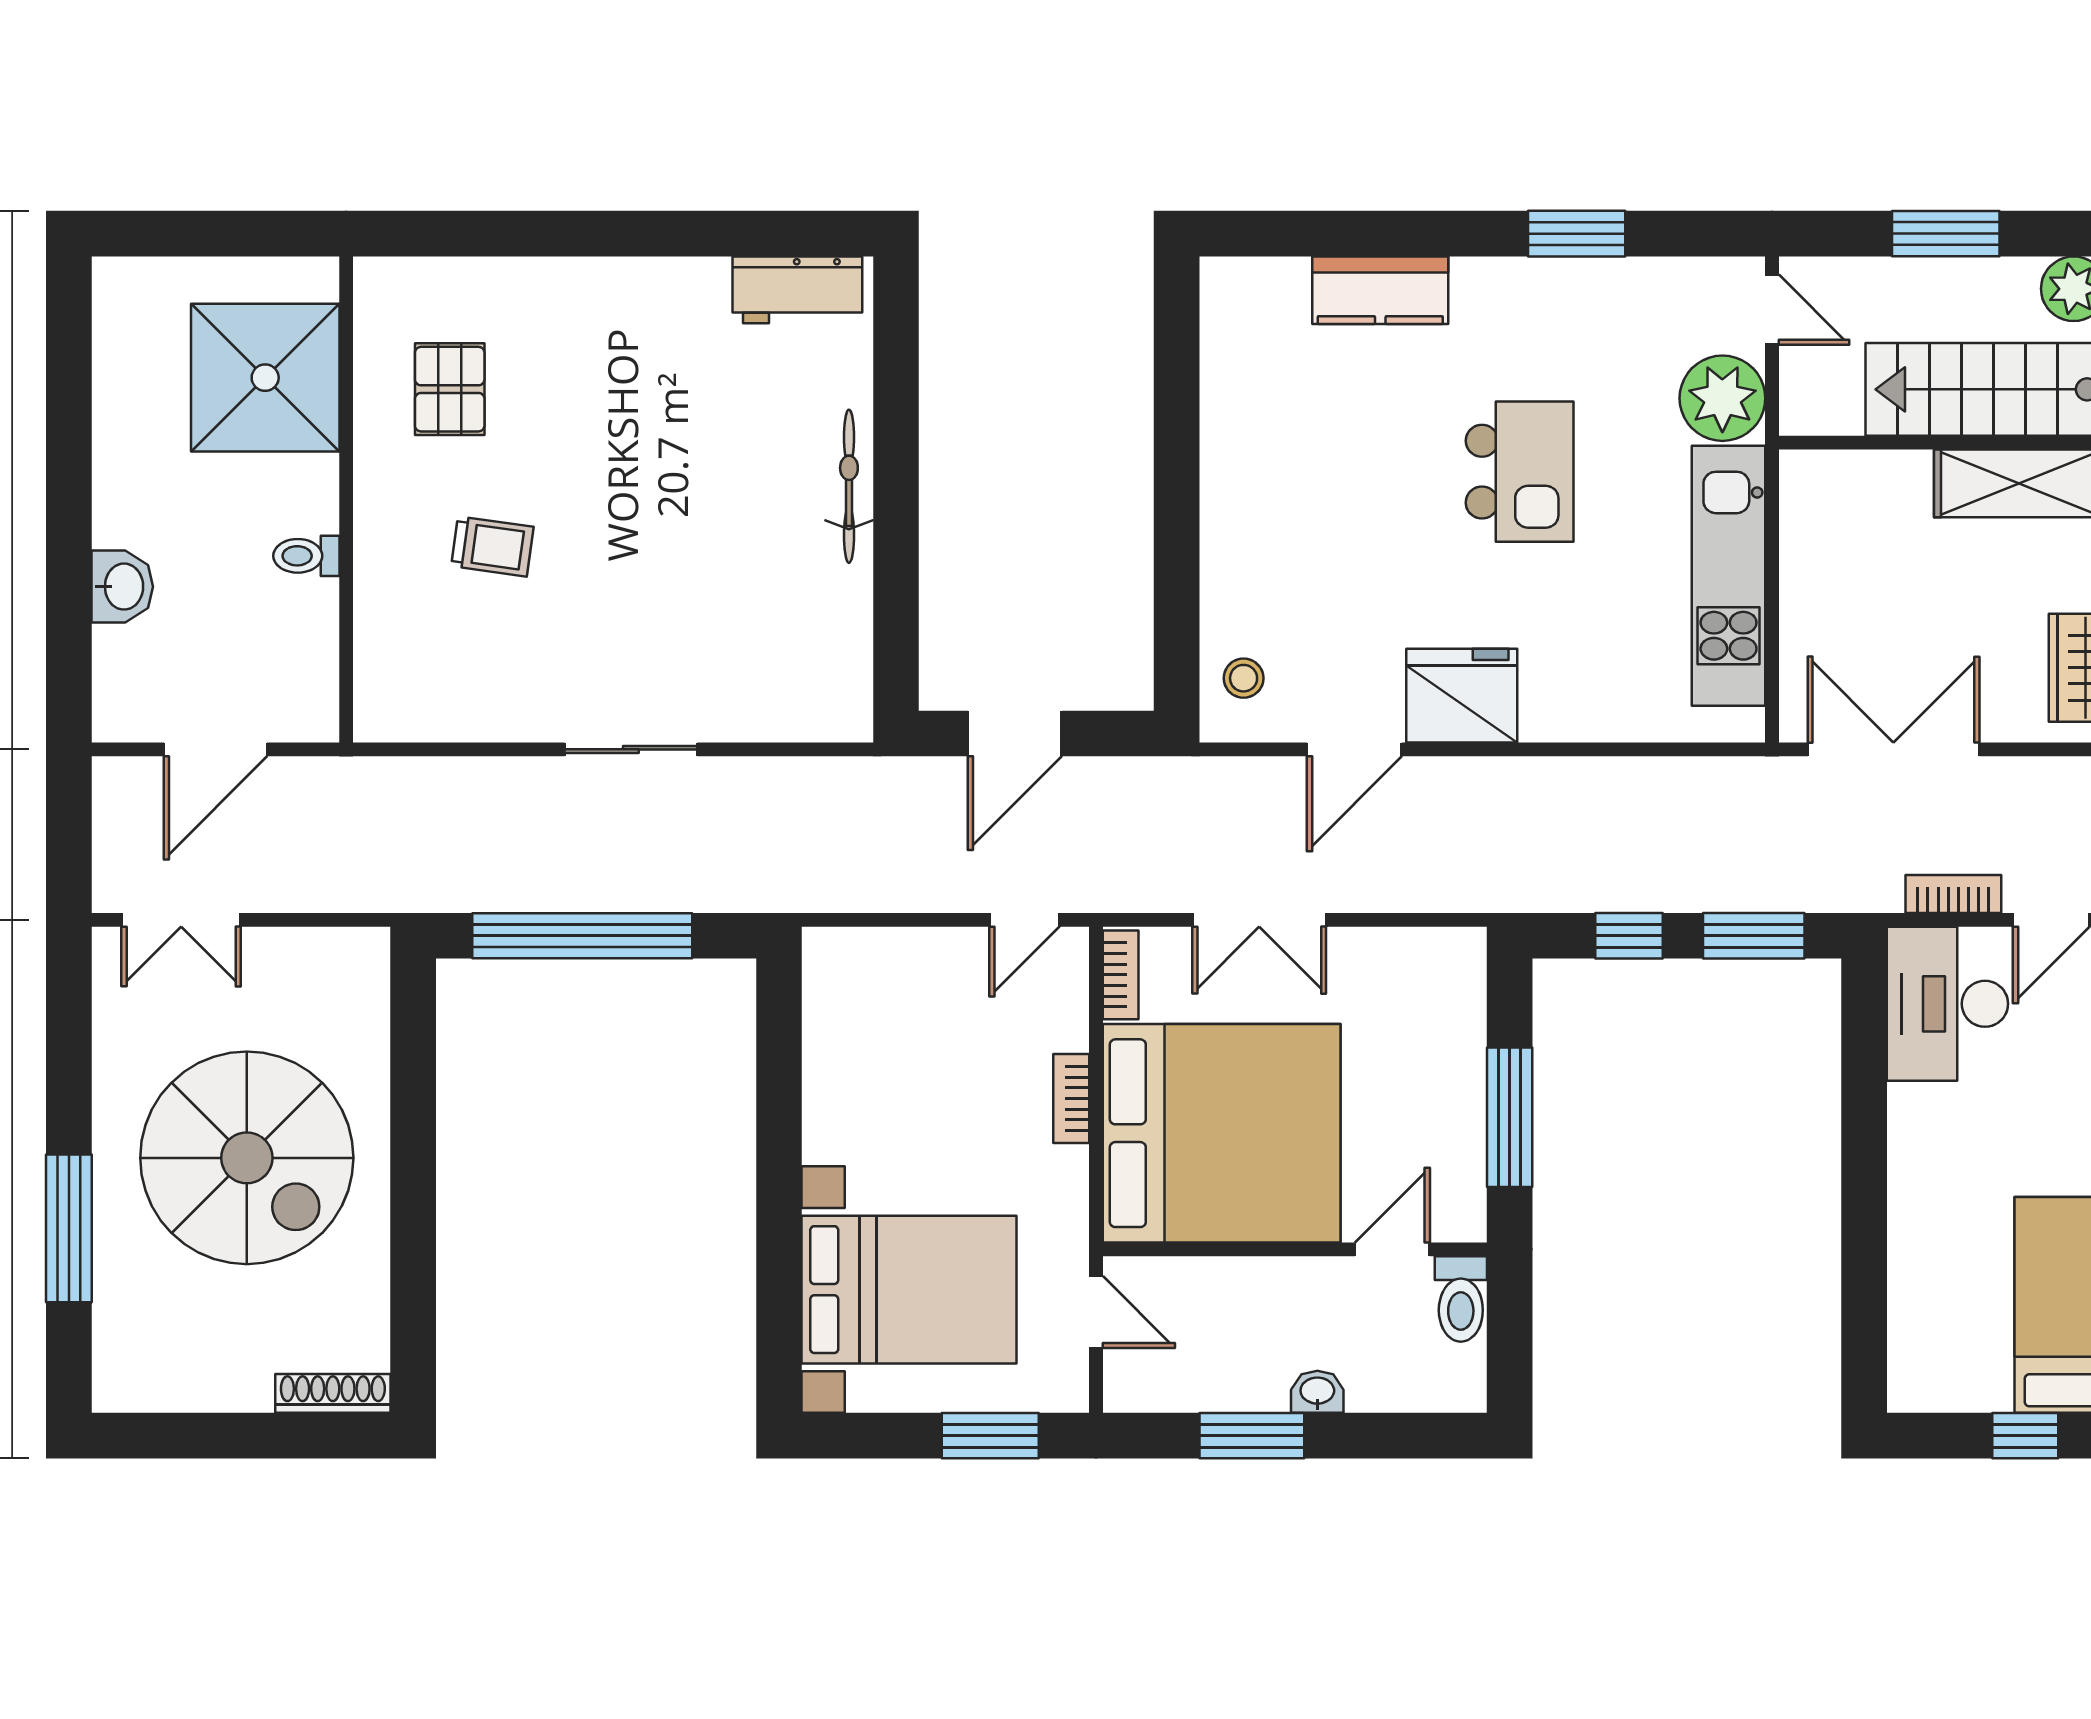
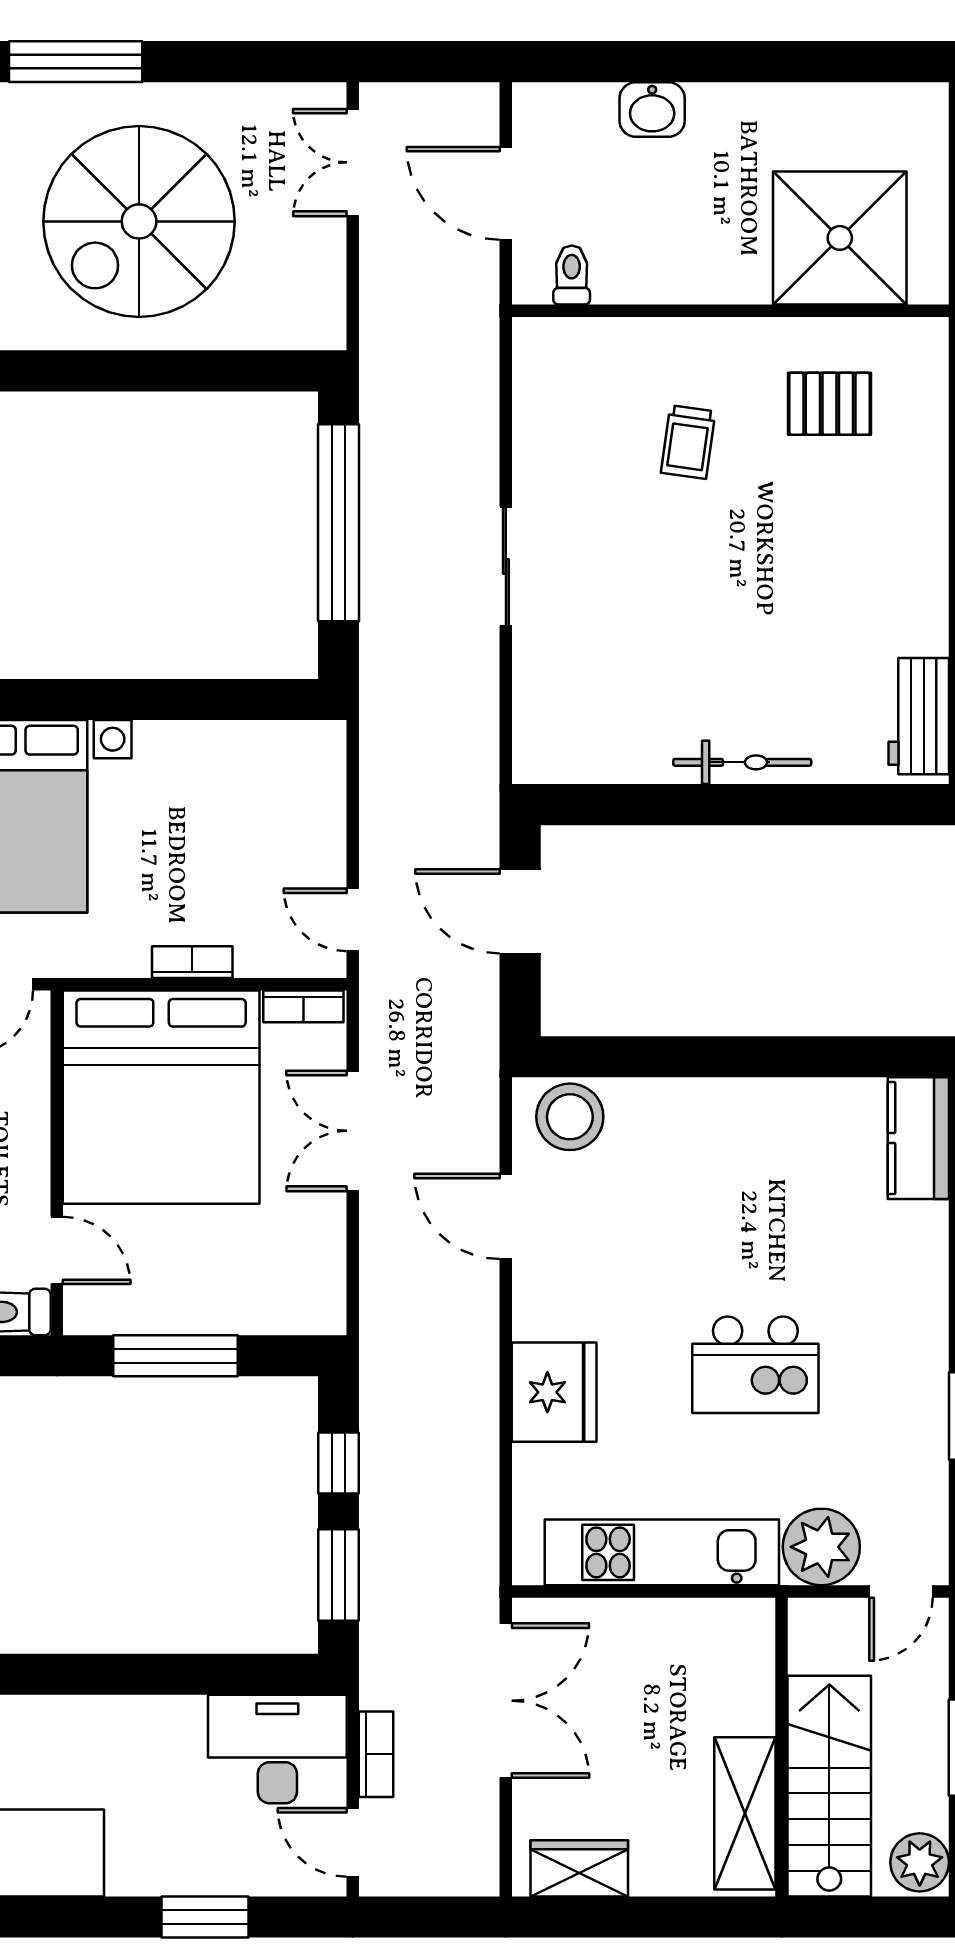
kitchen counter: (1380, 290) -> (918, 1138), moved
toilet: (306, 556) -> (572, 275), moved
stool: (1244, 678) -> (570, 1117), width x1.89, depth x1.89
fridge: (1462, 696) -> (554, 1392), moved

